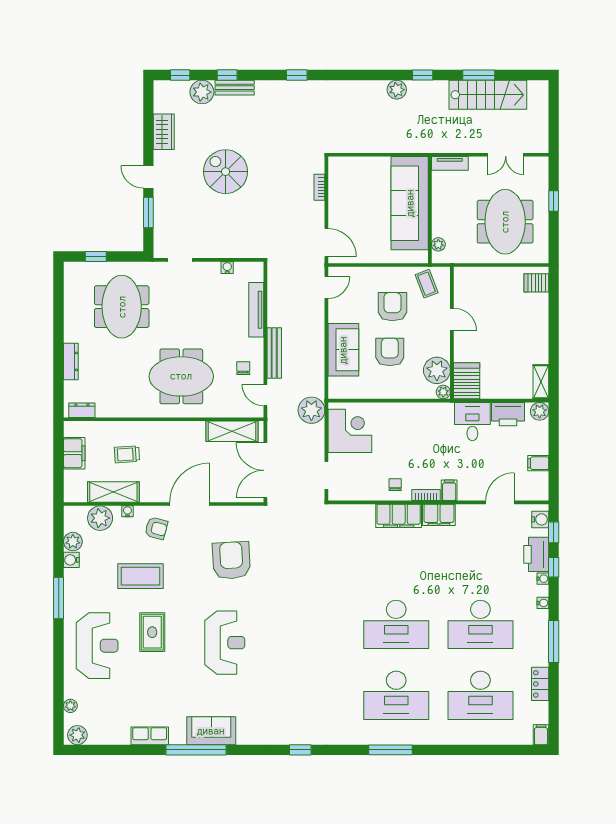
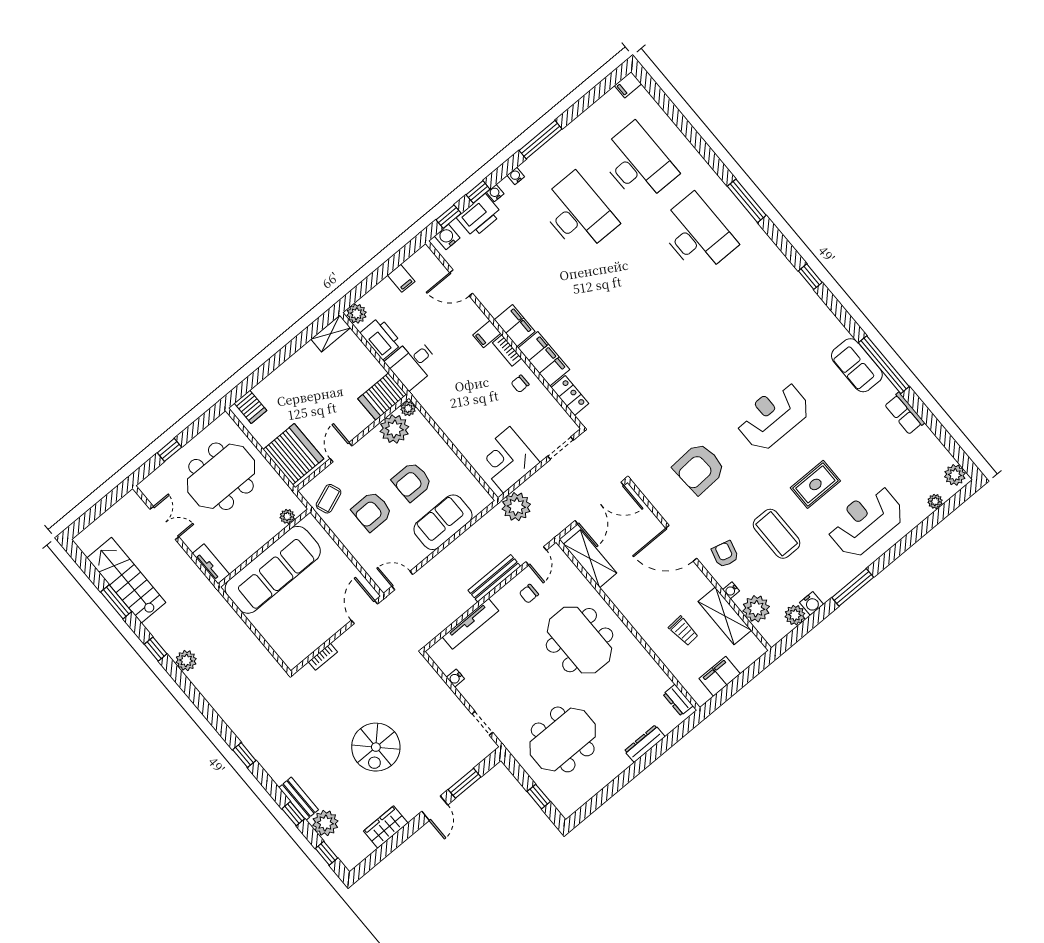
server rack: (478, 285) -> (293, 454), added
desk: (396, 624) -> (637, 284), removed
locker: (540, 684) -> (570, 396), moved, turned -90

